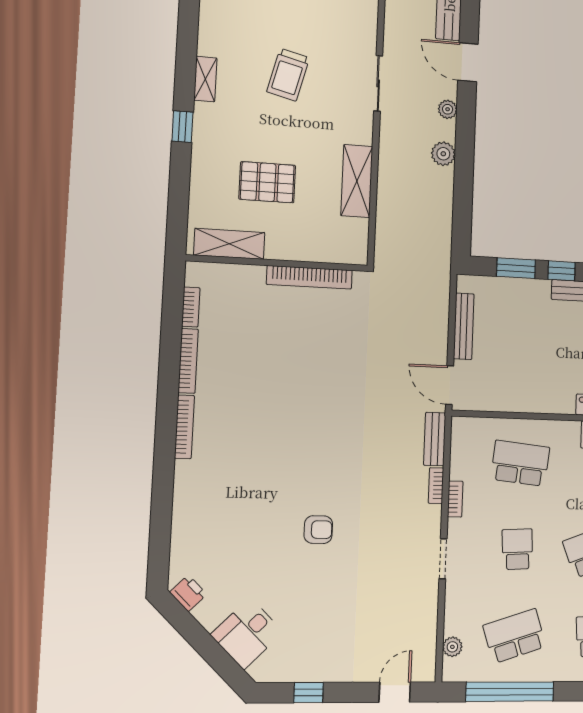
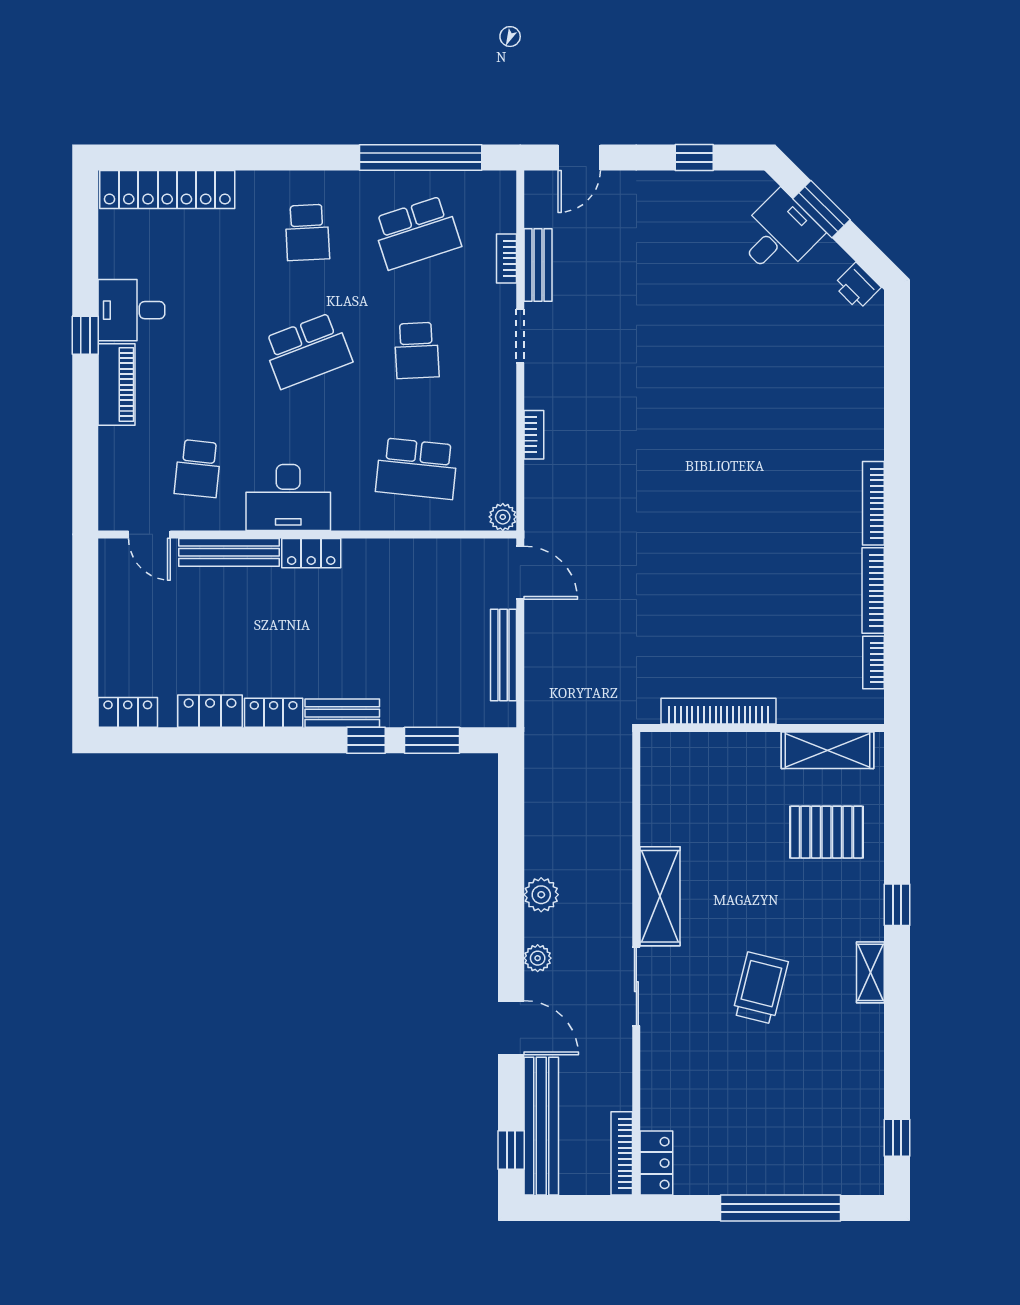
shelving: (357, 181) -> (660, 896), moved
pallet: (267, 182) -> (827, 832), moved
bench: (435, 439) -> (538, 265), moved
bookcase: (455, 499) -> (506, 258), moved
armchair: (318, 530) -> (691, 372), removed
plant: (452, 647) -> (503, 517), moved
window: (213, 653) -> (821, 209), added

